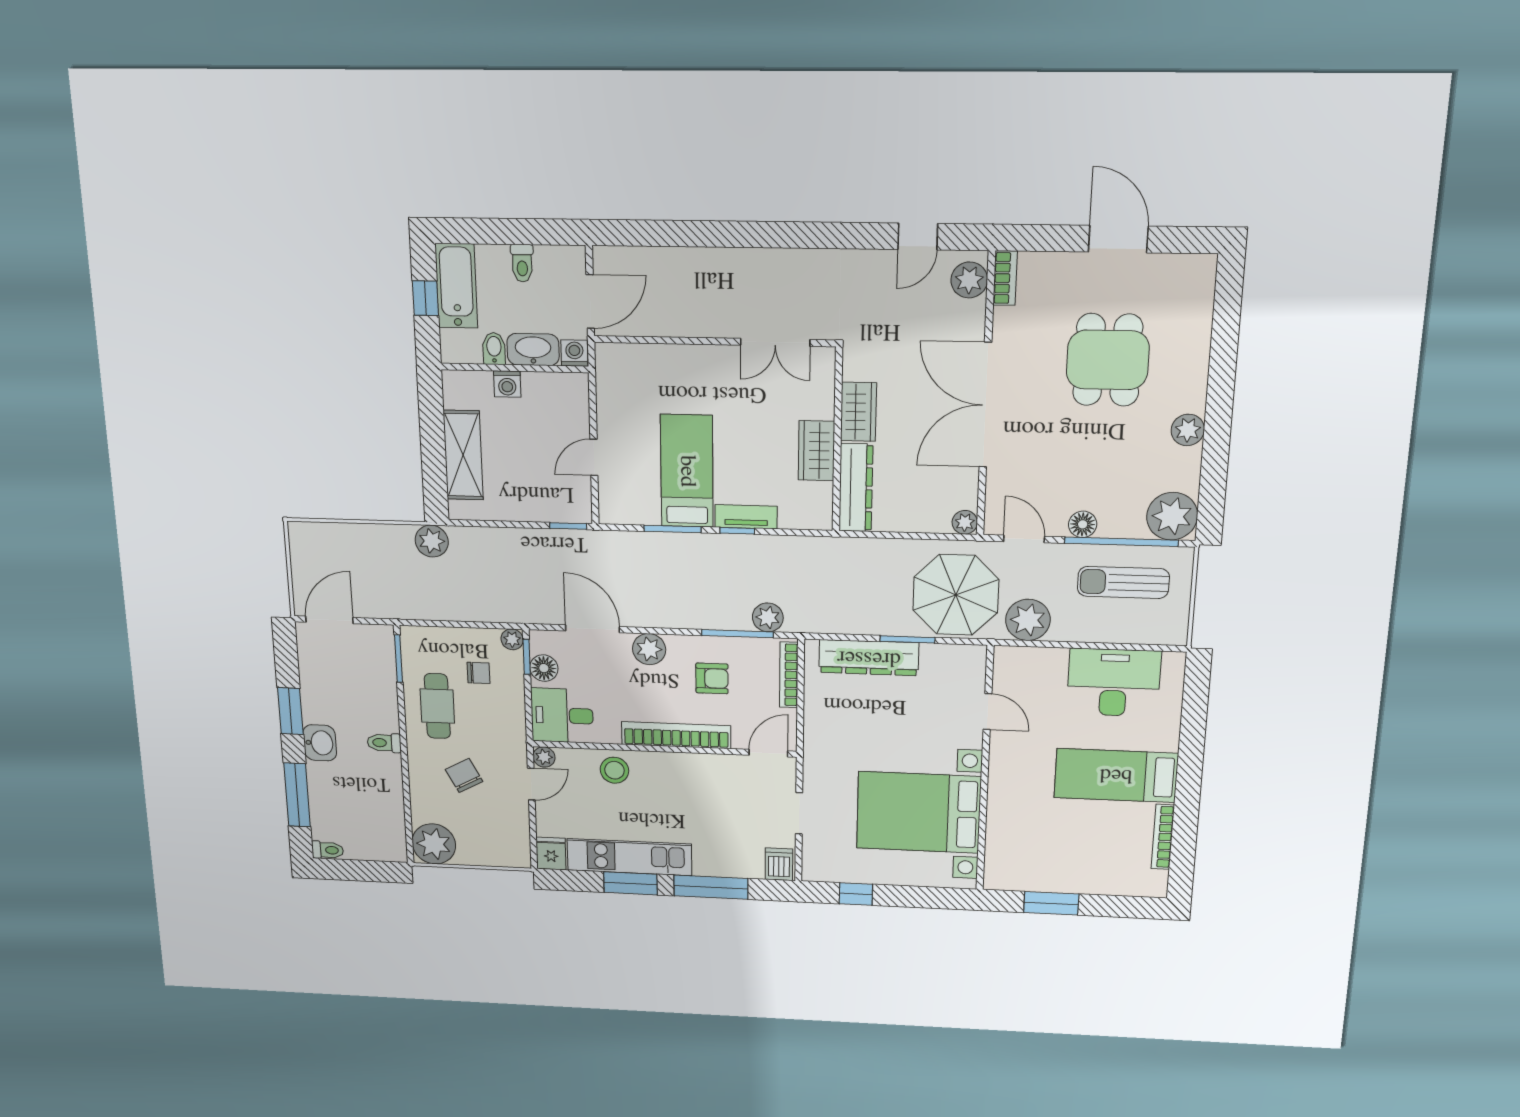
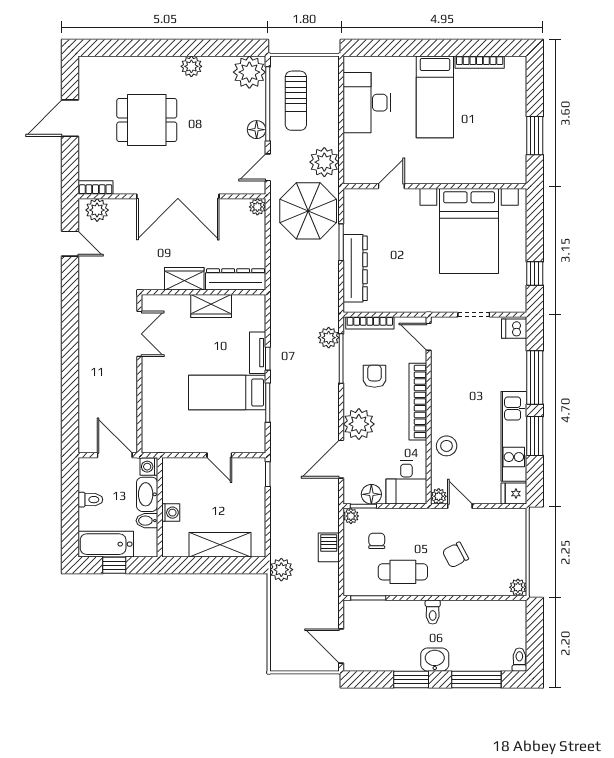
barbecue: (467, 608) -> (329, 547), added
plant: (649, 649) -> (359, 424), width x1.36, depth x1.36
plant: (434, 844) -> (518, 587), width x0.53, depth x0.53

